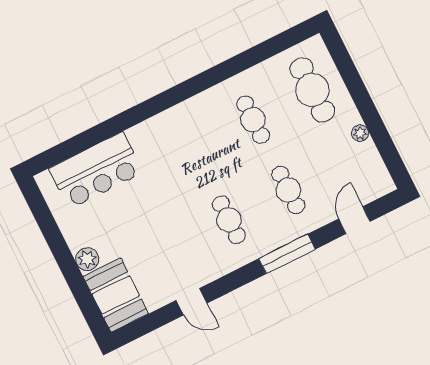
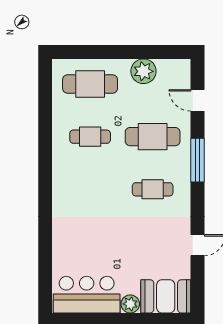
plant: (360, 133) -> (143, 71), width x1.87, depth x1.87
bar counter: (96, 170) -> (87, 295), moved, turned -90
cafe table: (288, 190) -> (153, 137), width x1.37, depth x1.35

